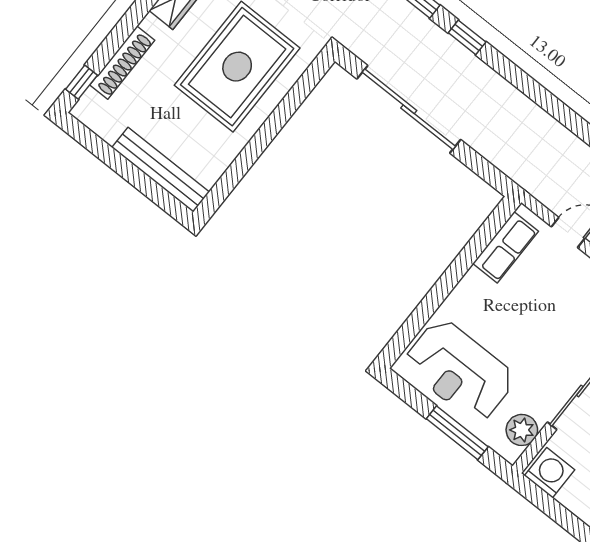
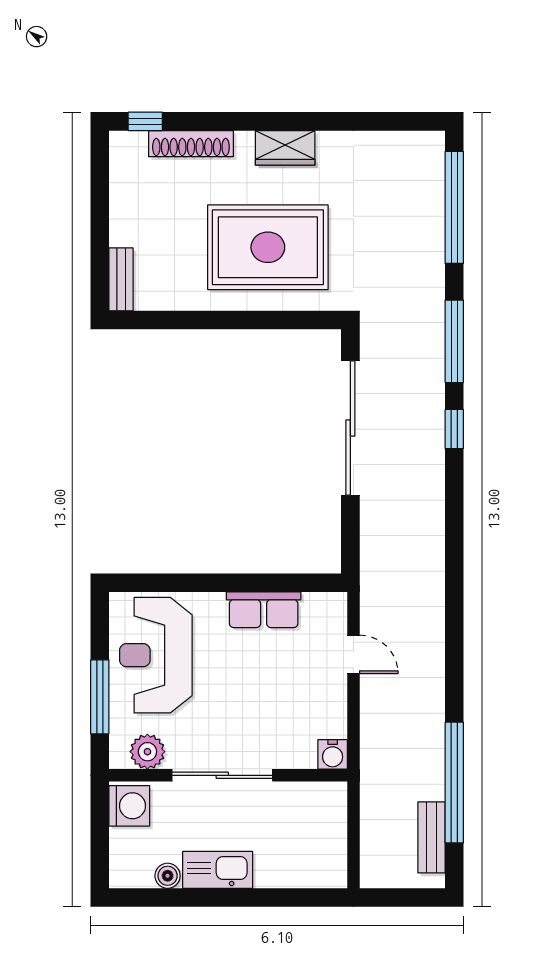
bench: (161, 170) -> (121, 279), width x0.54, depth x0.82
row of seats: (506, 247) -> (264, 610), moved

